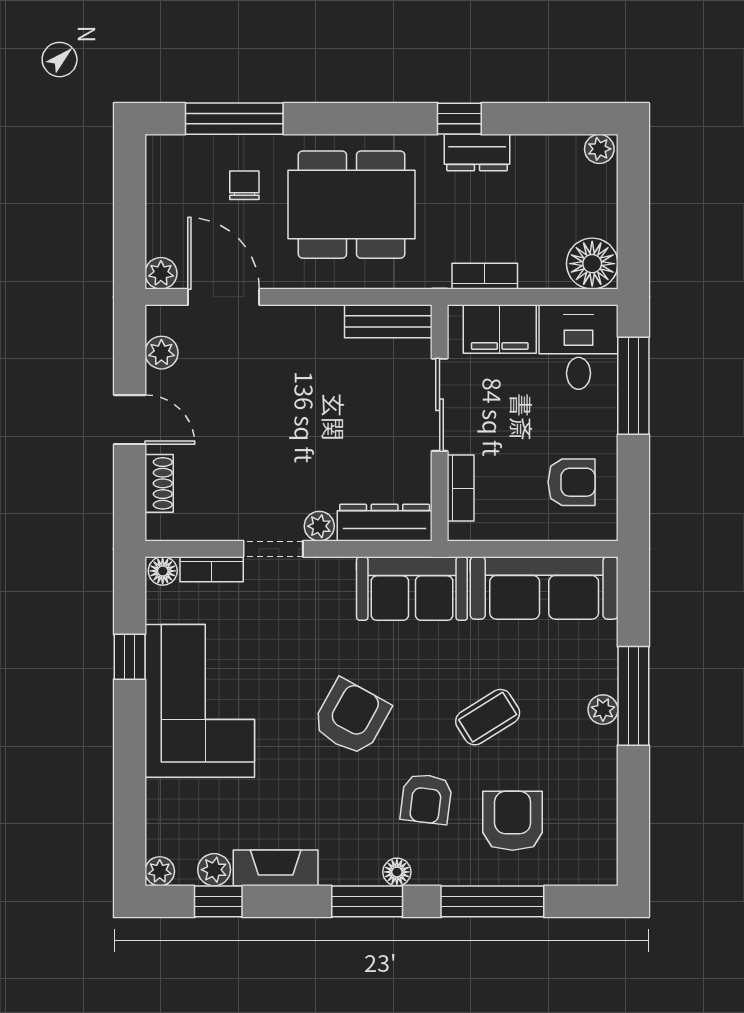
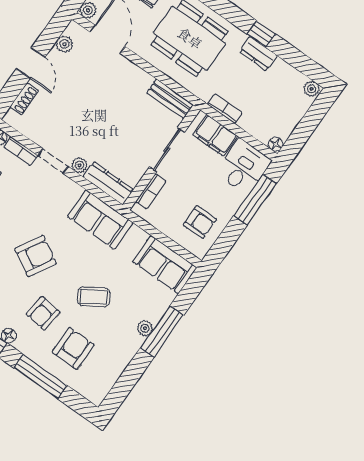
floor lamp: (592, 264) -> (276, 144), width x0.53, depth x0.53
sofa: (544, 588) -> (165, 265), width x0.73

